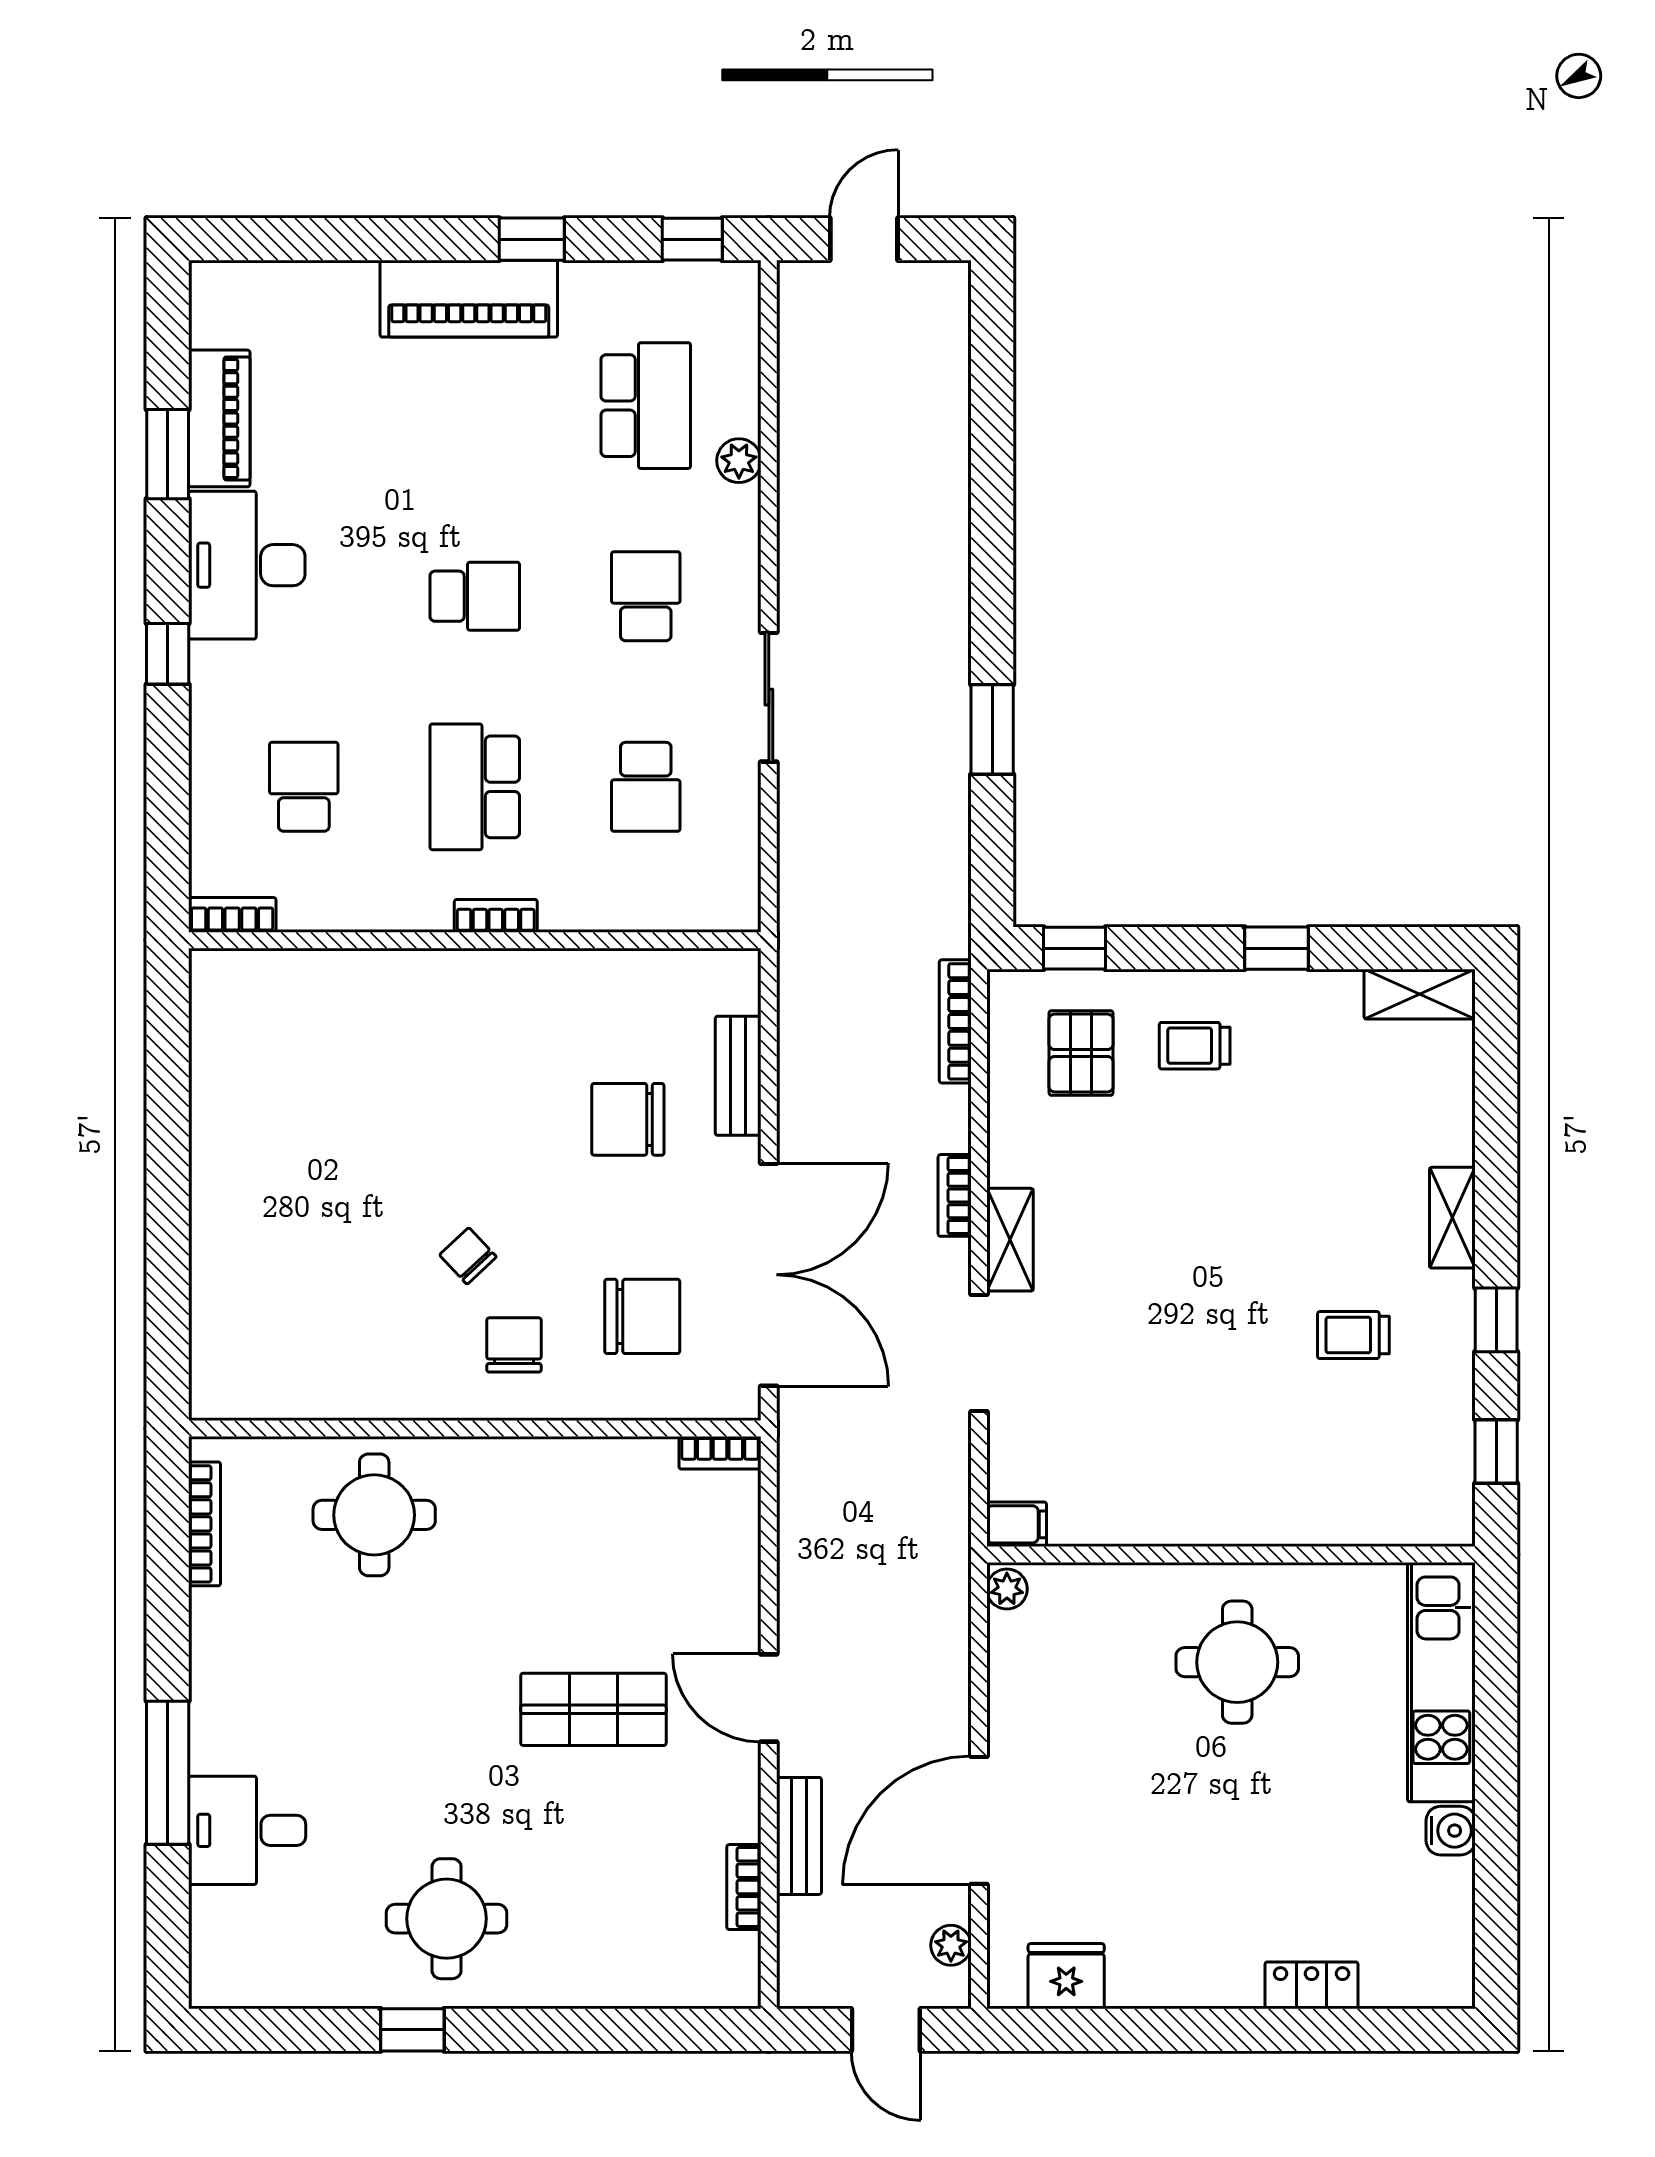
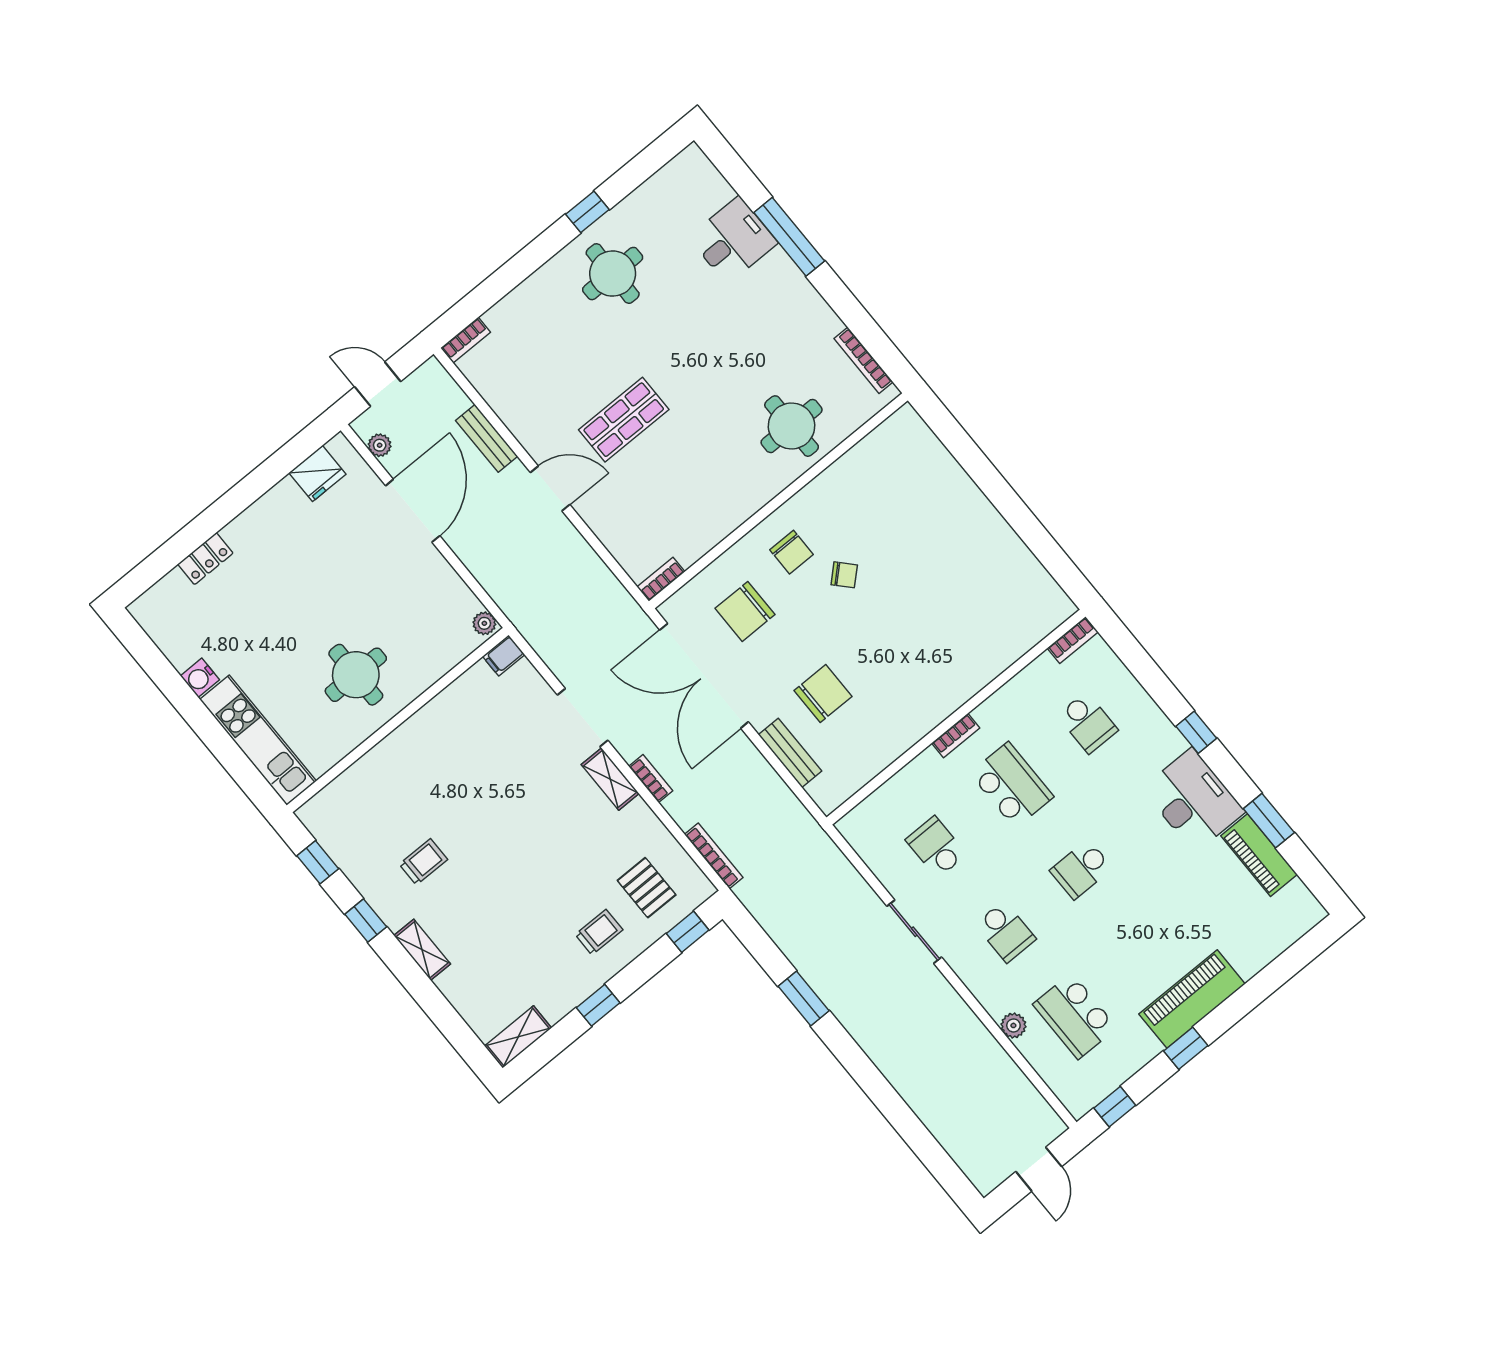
bookcase: (744, 1887) -> (466, 340), moved, turned 90

